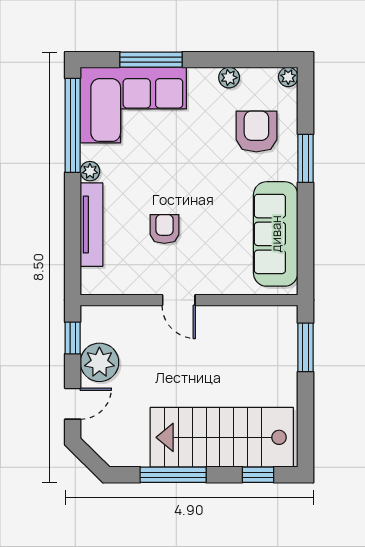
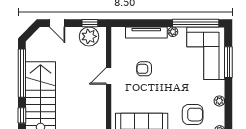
armchair: (164, 229) -> (144, 69), turned 180
plant: (99, 362) -> (89, 36), moved
window: (173, 475) -> (22, 73), width x1.46

